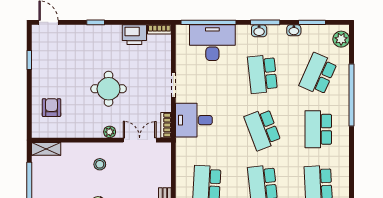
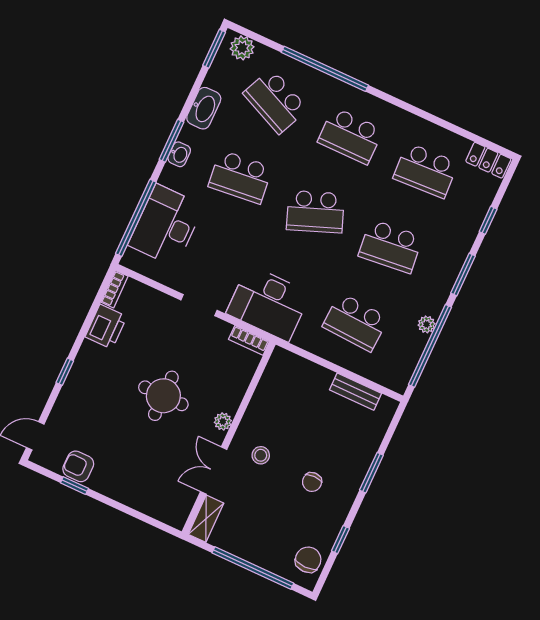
window: (312, 22) -> (214, 49), moved
washbasin: (294, 30) -> (204, 108), width x1.91, depth x1.45
armchair: (51, 108) -> (78, 466), moved
desk: (194, 120) -> (268, 303), width x1.37
double door: (140, 140) -> (214, 470), moved

